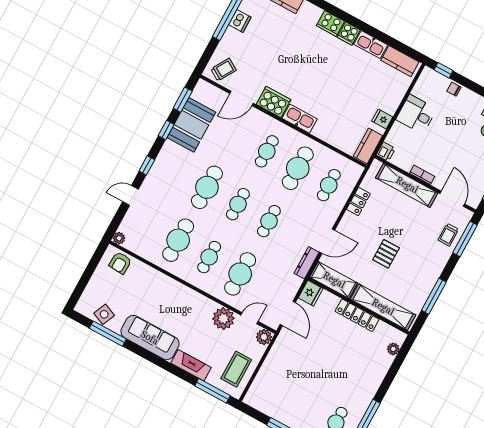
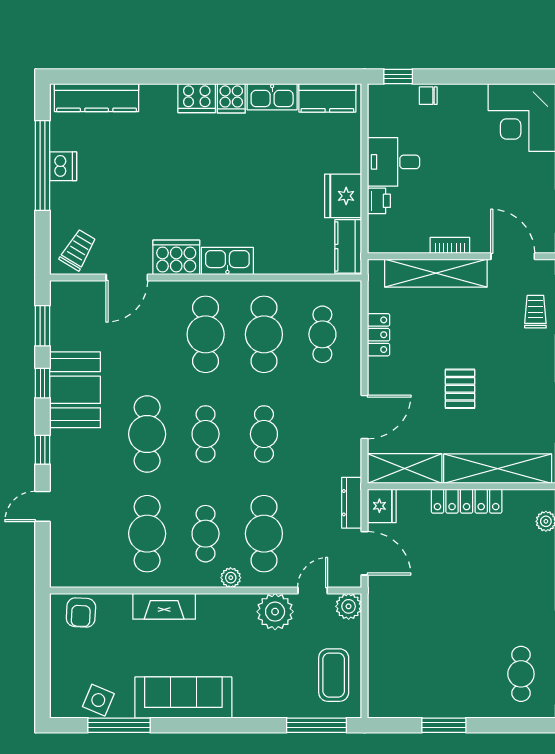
fridge: (382, 119) -> (343, 196), width x1.88, depth x1.34
booth: (191, 125) -> (75, 390), moved
cafe table: (267, 151) -> (206, 334), width x1.37, depth x1.35
printer: (386, 152) -> (379, 201), moved
trolley: (448, 235) -> (535, 312), turned 180
plant: (119, 238) -> (231, 578), moved
dresser: (307, 263) -> (352, 503), moved
fireplace: (191, 365) -> (164, 606), moved, turned 180

